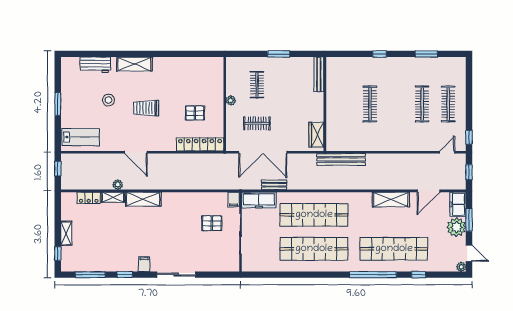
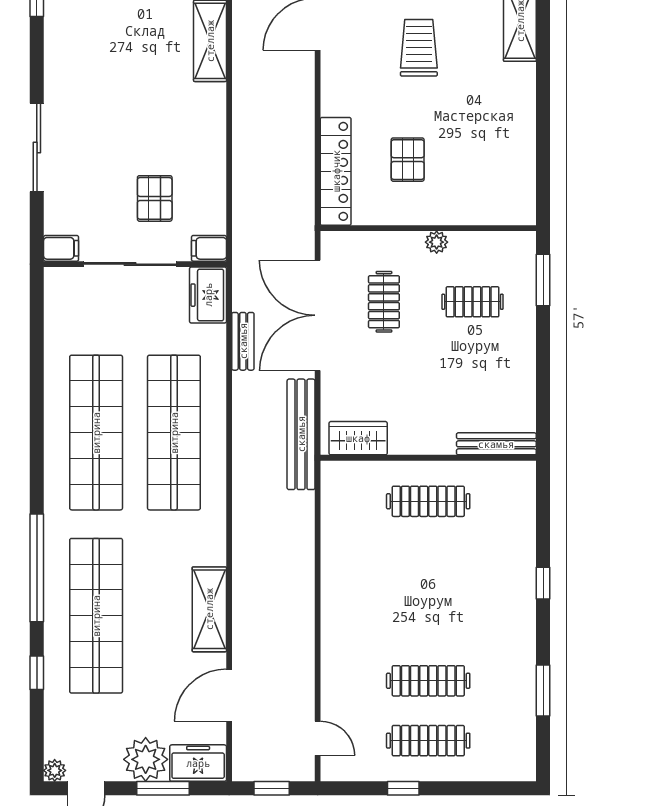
window: (279, 54) -> (543, 280), moved
clothes rail: (370, 104) -> (428, 501), moved
window: (469, 137) -> (403, 788), moved
bench: (341, 159) -> (301, 434), moved
door: (428, 191) -> (229, 695), hinge flipped
freezer: (259, 200) -> (208, 295), width x0.71
filing cabinet: (144, 264) -> (61, 248), moved
sliding door: (176, 275) -> (37, 147), moved

